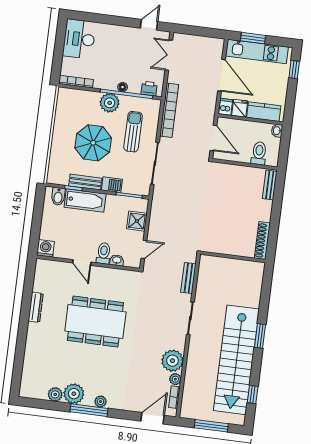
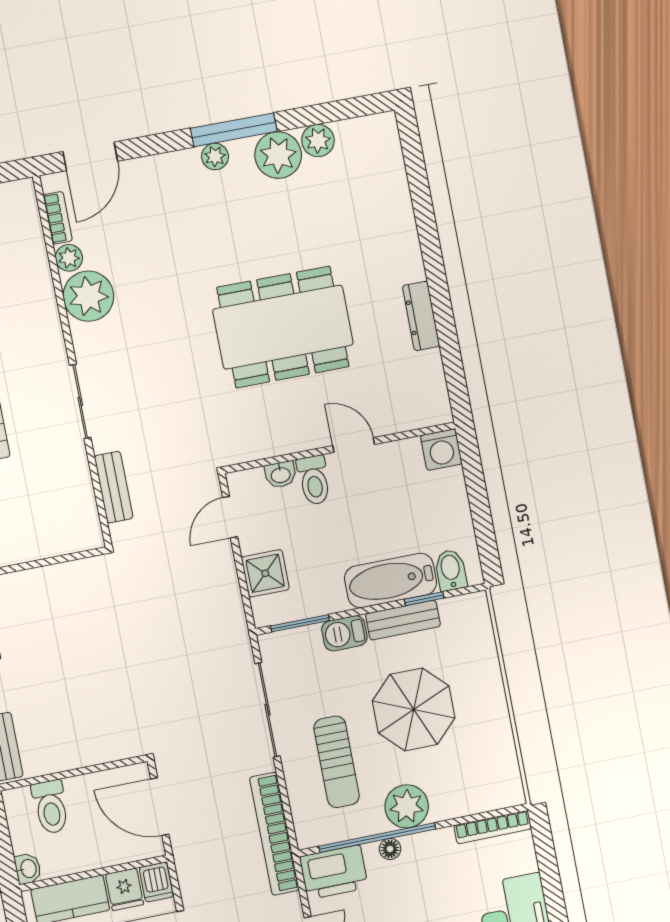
printer: (149, 89) -> (334, 872), width x1.87, depth x1.48

